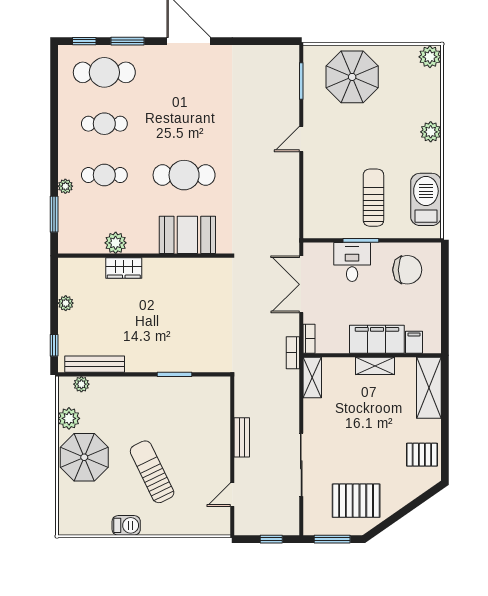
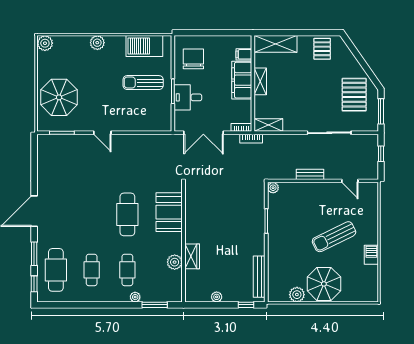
plant: (81, 384) -> (273, 188), moved

